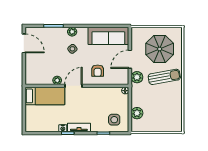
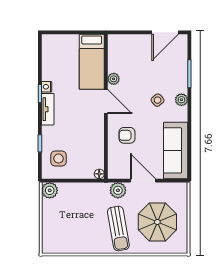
plant: (137, 113) -> (50, 190), moved

